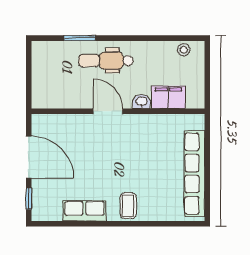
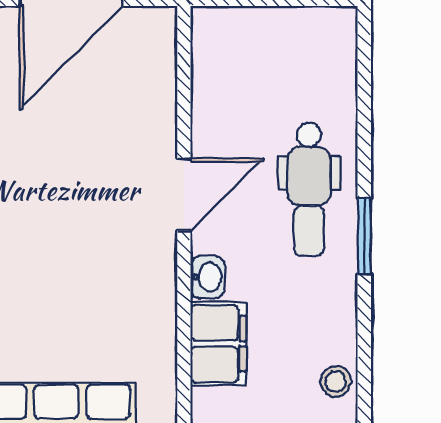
window: (80, 38) -> (364, 236), moved
dental chair: (106, 61) -> (309, 189), turned 180

